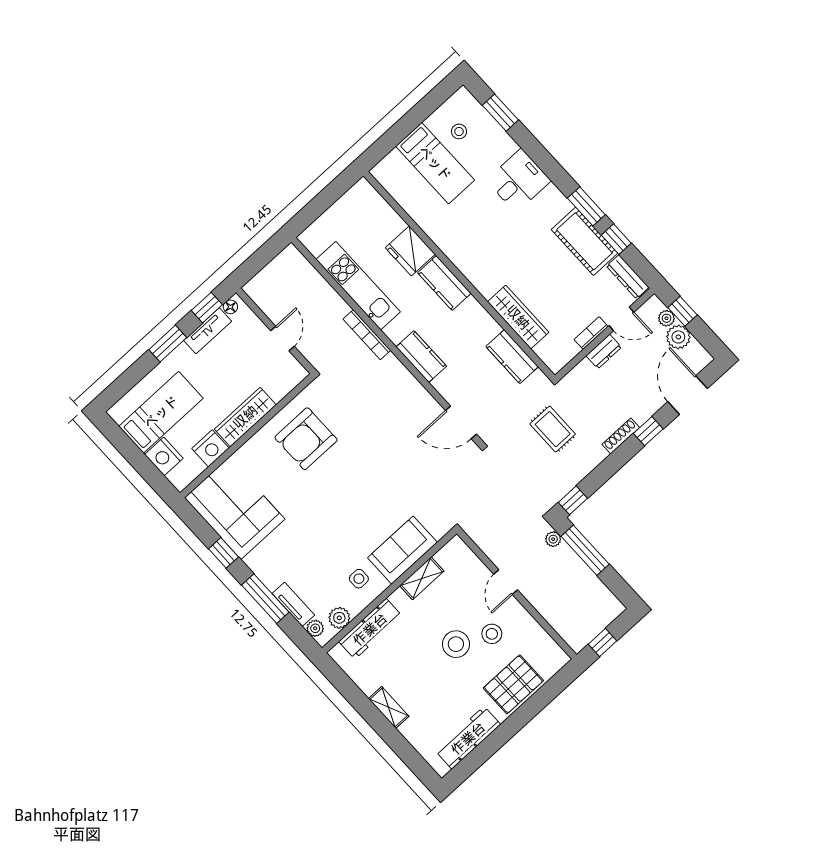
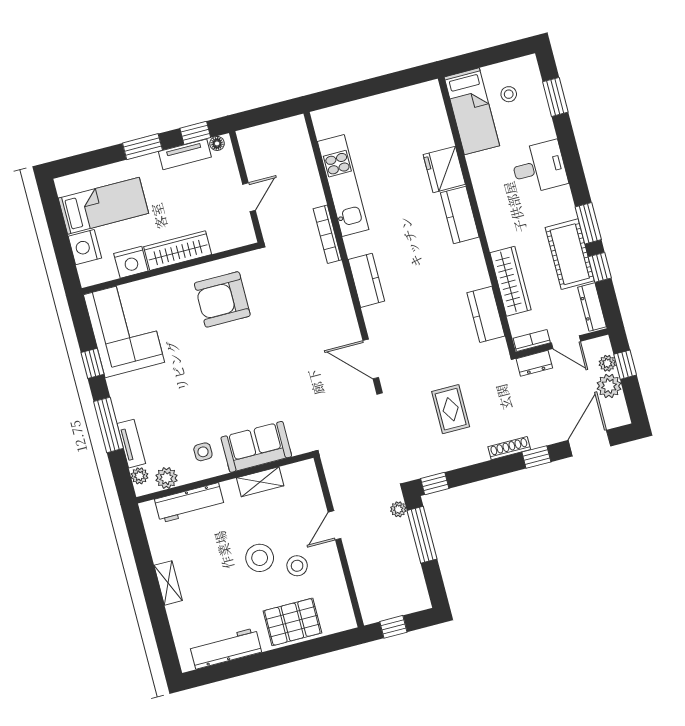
fridge: (410, 251) -> (444, 169), moved
wall: (459, 276) -> (477, 215), moved
kitchen counter: (444, 283) -> (460, 215), moved
wardrobe: (518, 317) -> (510, 281), moved
kitchen counter: (512, 357) -> (486, 314), moved

